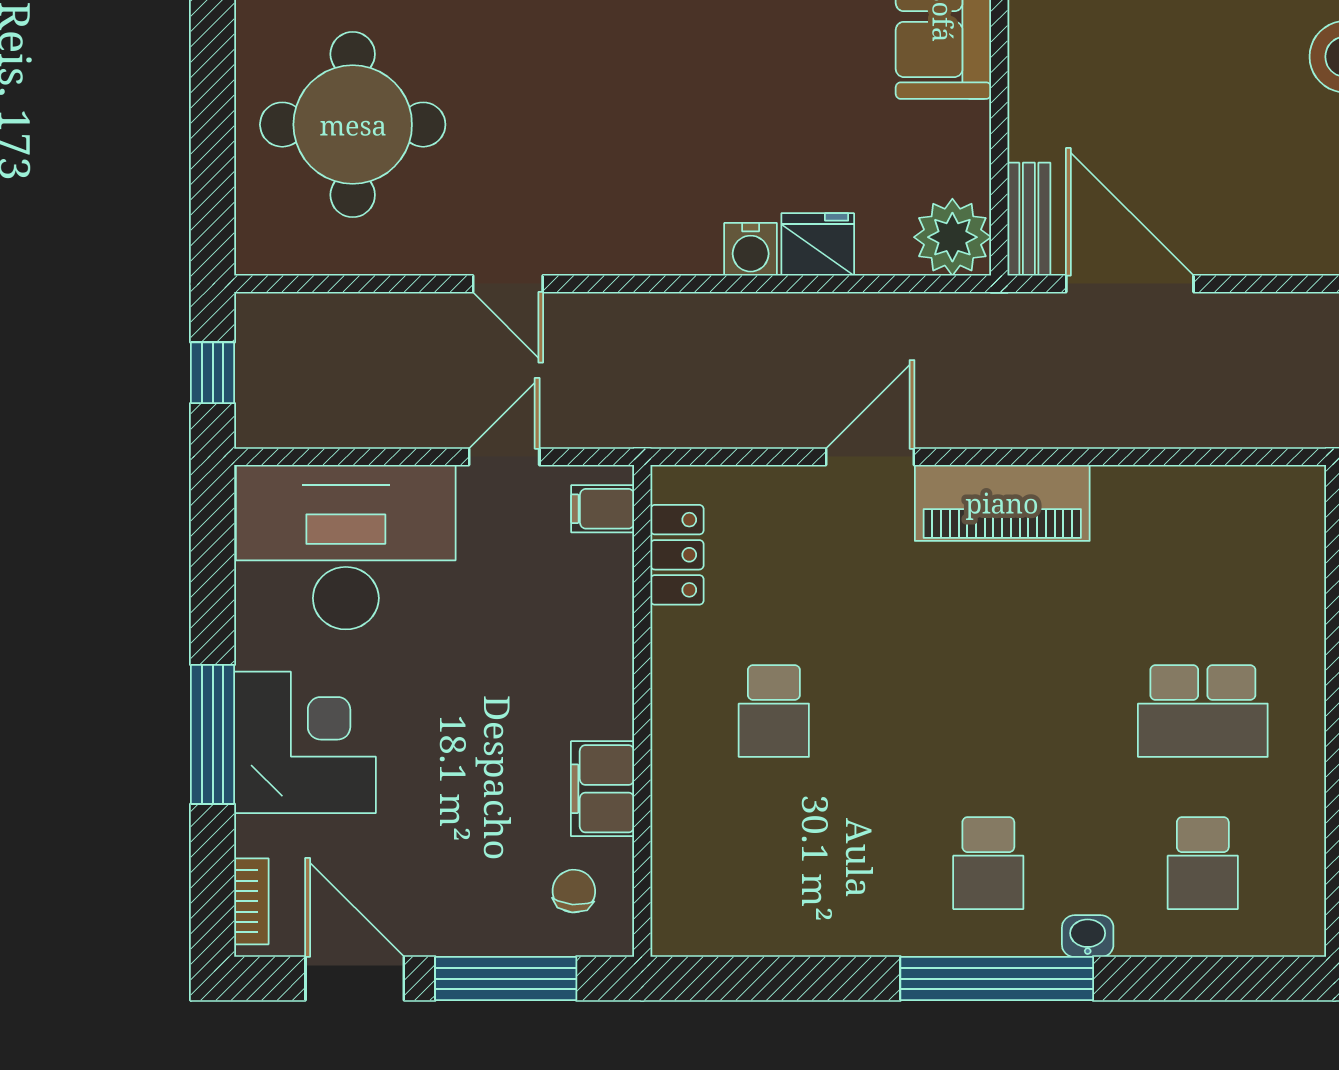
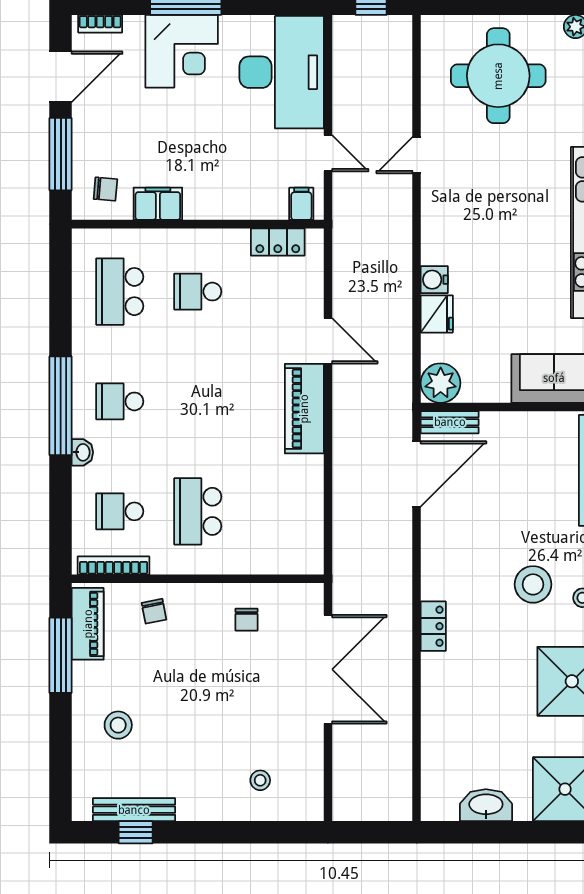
school desk: (774, 863) -> (120, 292), added
bookcase: (1308, 875) -> (114, 565), added

